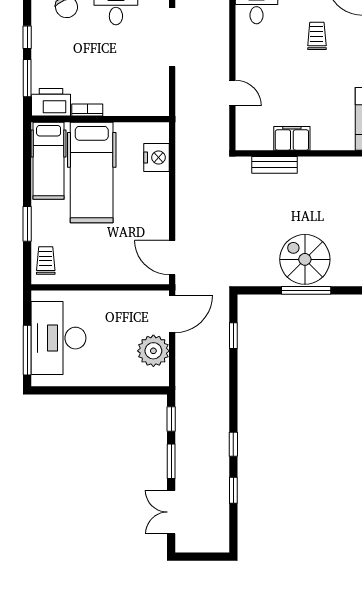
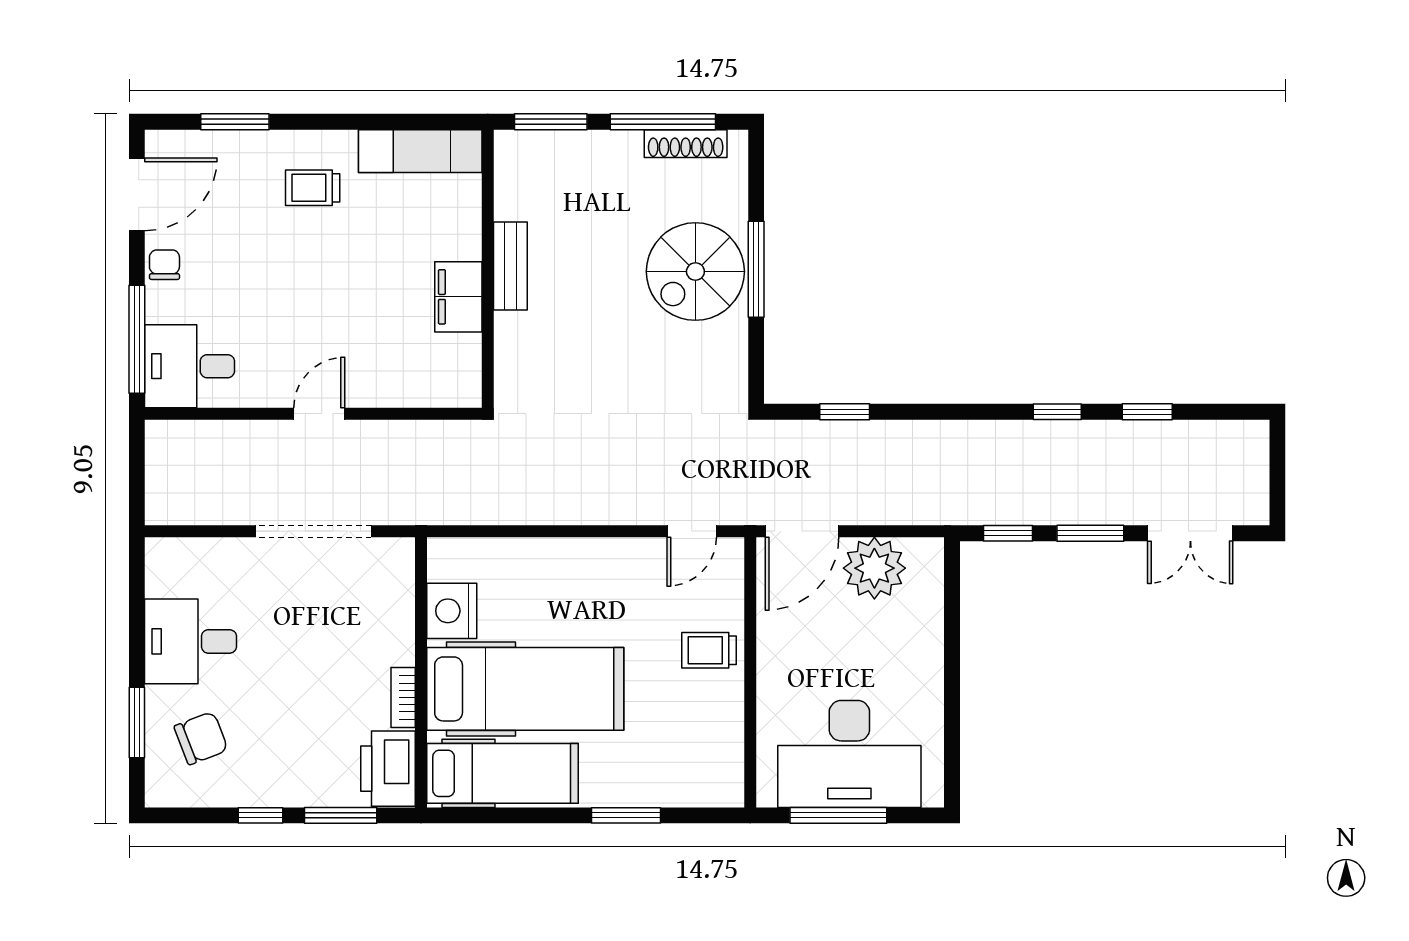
trolley: (317, 36) -> (313, 188), moved
doorway: (172, 37) -> (314, 531), moved
door: (232, 93) -> (319, 414), moved
nightstand: (156, 157) -> (452, 611), moved, turned -90
bench: (274, 165) -> (510, 266), moved
door: (172, 258) -> (692, 531), width x0.73
trolley: (46, 261) -> (709, 650), moved
door: (172, 314) -> (802, 531), swing flipped
window: (27, 350) -> (838, 815), moved

